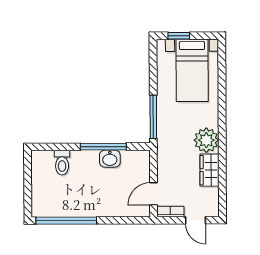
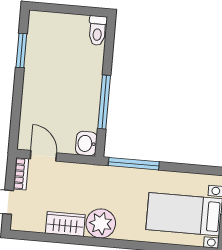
washbasin: (110, 159) -> (86, 144), moved
toilet: (62, 163) -> (97, 31), moved, turned -90
window: (66, 221) -> (21, 50), width x0.47

